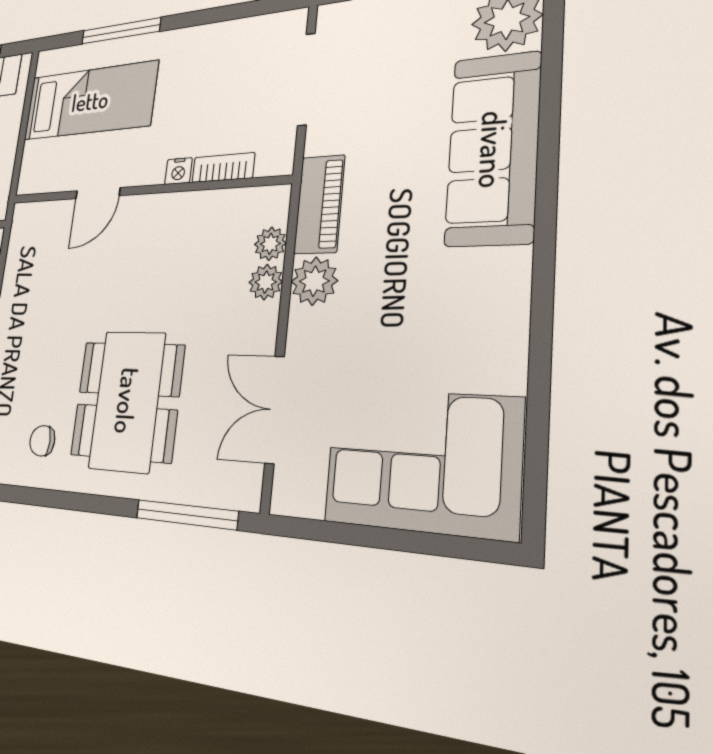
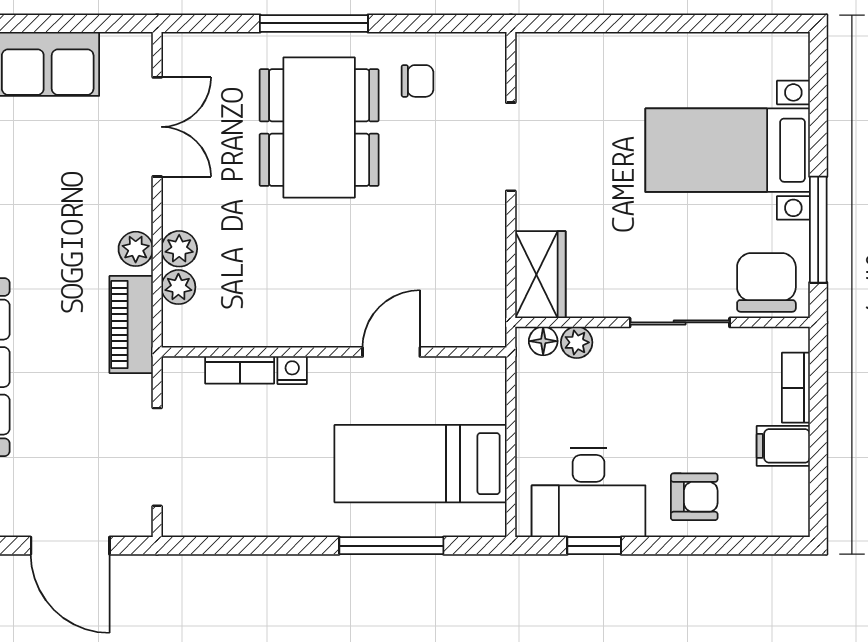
plant: (314, 281) -> (136, 249), width x0.73, depth x0.73
window: (186, 515) -> (314, 23), moved

